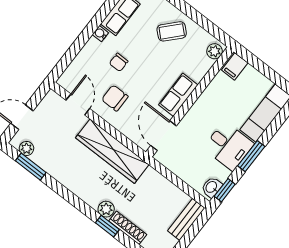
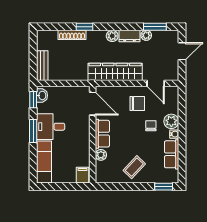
plant: (93, 50) -> (171, 121), added
plant: (215, 51) -> (101, 155), moved
plant: (26, 148) -> (146, 35), moved
dresser: (66, 178) -> (129, 36), added
plant: (106, 209) -> (112, 36), moved

